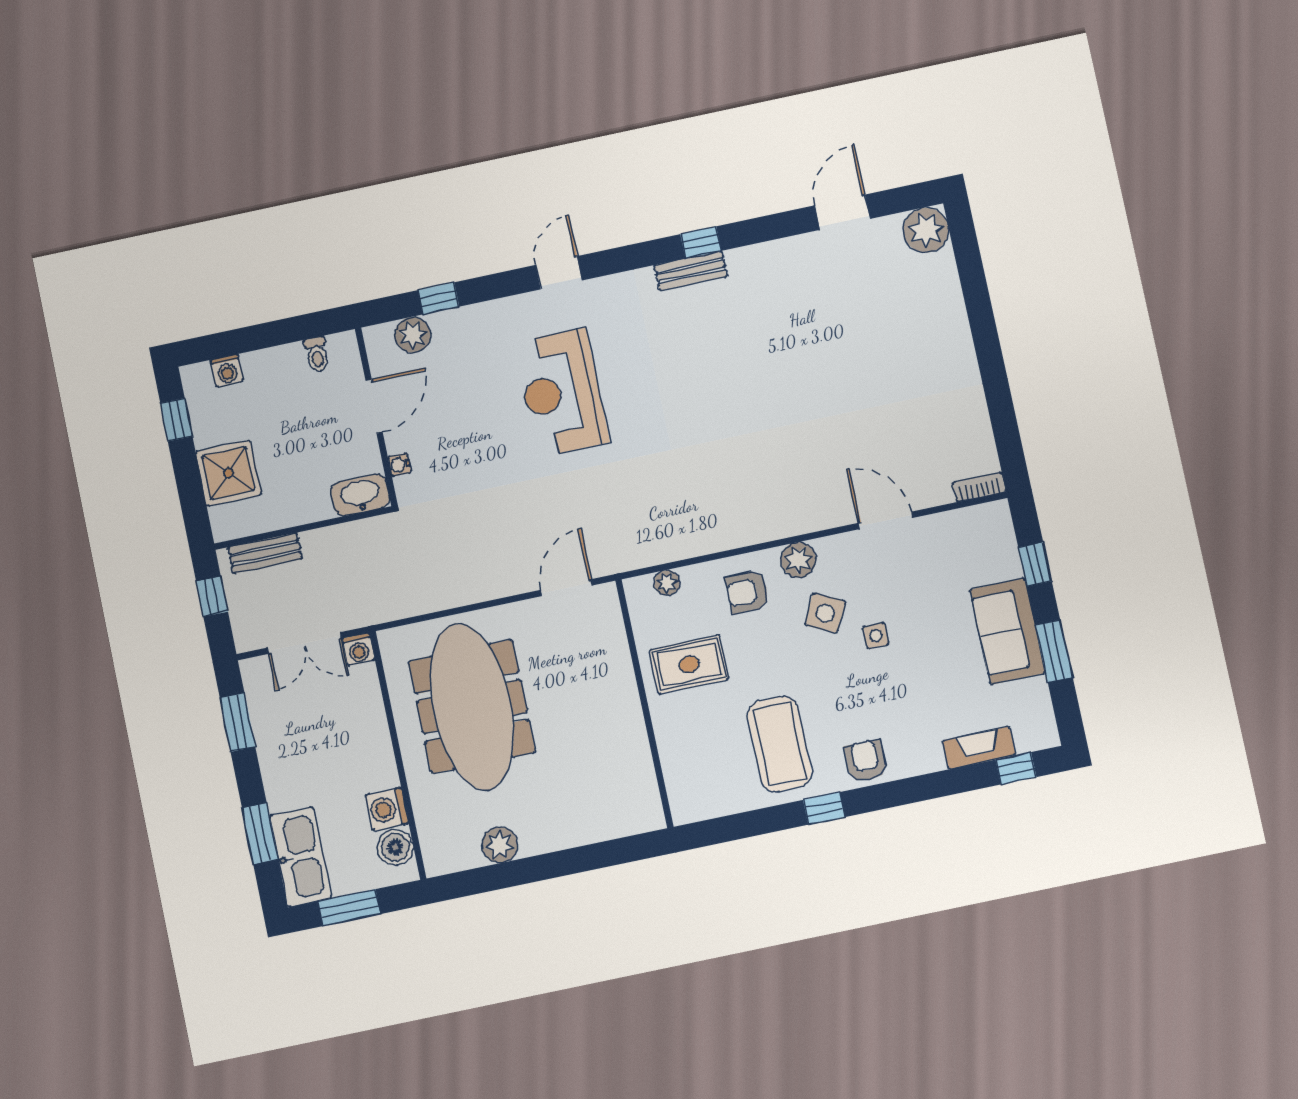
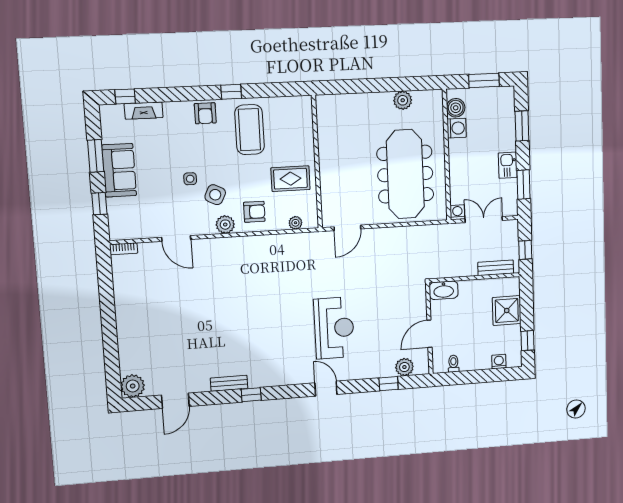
bench: (691, 271) -> (229, 383), moved
door: (559, 273) -> (326, 389), swing flipped
water cooler: (400, 465) -> (422, 303), removed
kitchen sink: (300, 857) -> (508, 165), moved, width x0.53, depth x0.81

